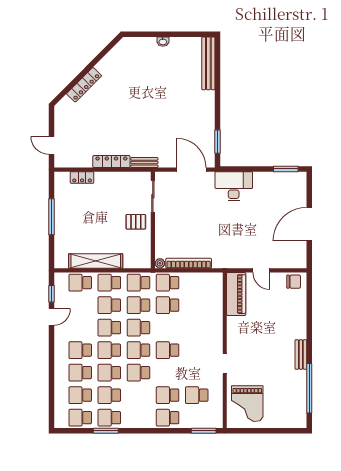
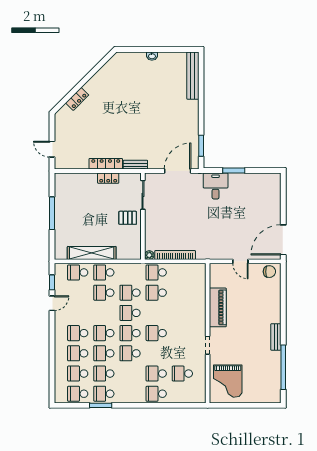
locker: (84, 85) -> (77, 99), width x0.66
window: (286, 169) -> (234, 170), moved
door: (191, 170) -> (178, 171), hinge flipped
locker: (82, 178) -> (108, 178), moved
desk: (234, 186) -> (216, 186), width x0.73
door: (309, 224) -> (283, 240), moved
school desk: (138, 283) -> (130, 272), removed
piano: (236, 294) -> (218, 307), moved
school desk: (109, 328) -> (104, 313), removed
window: (204, 431) -> (189, 405), removed

